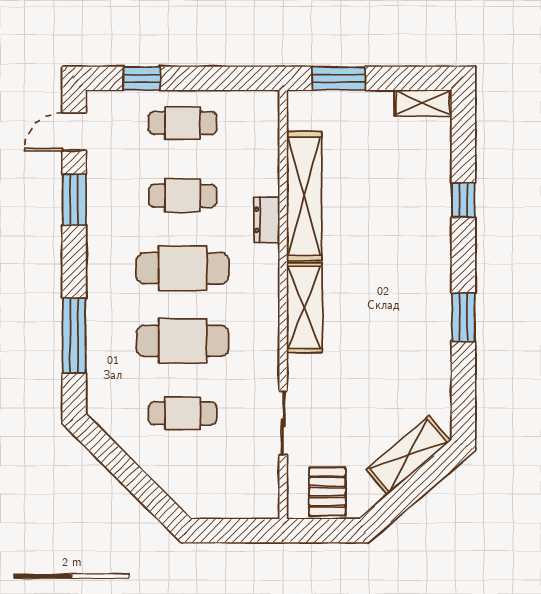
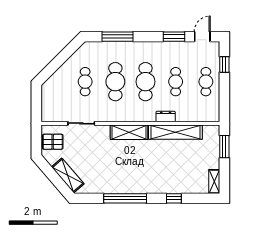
door: (74, 132) -> (202, 37), hinge flipped
window: (463, 317) -> (125, 198), width x2.11

